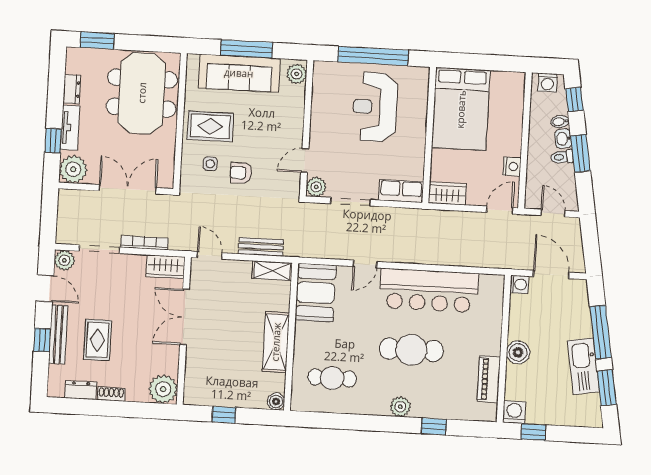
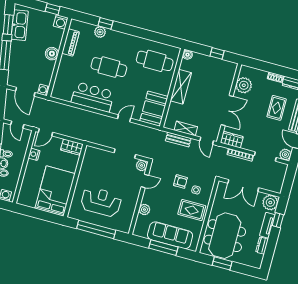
window: (97, 41) -> (222, 263), moved
plant: (297, 74) -> (144, 210), moved
reception desk: (375, 107) -> (101, 202), turned -90
row of seats: (401, 191) -> (96, 154), removed
shelving: (272, 271) -> (186, 128), moved
bar counter: (429, 290) -> (93, 97), width x0.73
kitchen sink: (583, 366) -> (20, 25), moved
cafe table: (332, 378) -> (155, 61), width x1.37, depth x1.35
plant: (163, 389) -> (244, 85), moved
plant: (400, 407) -> (100, 32), moved

